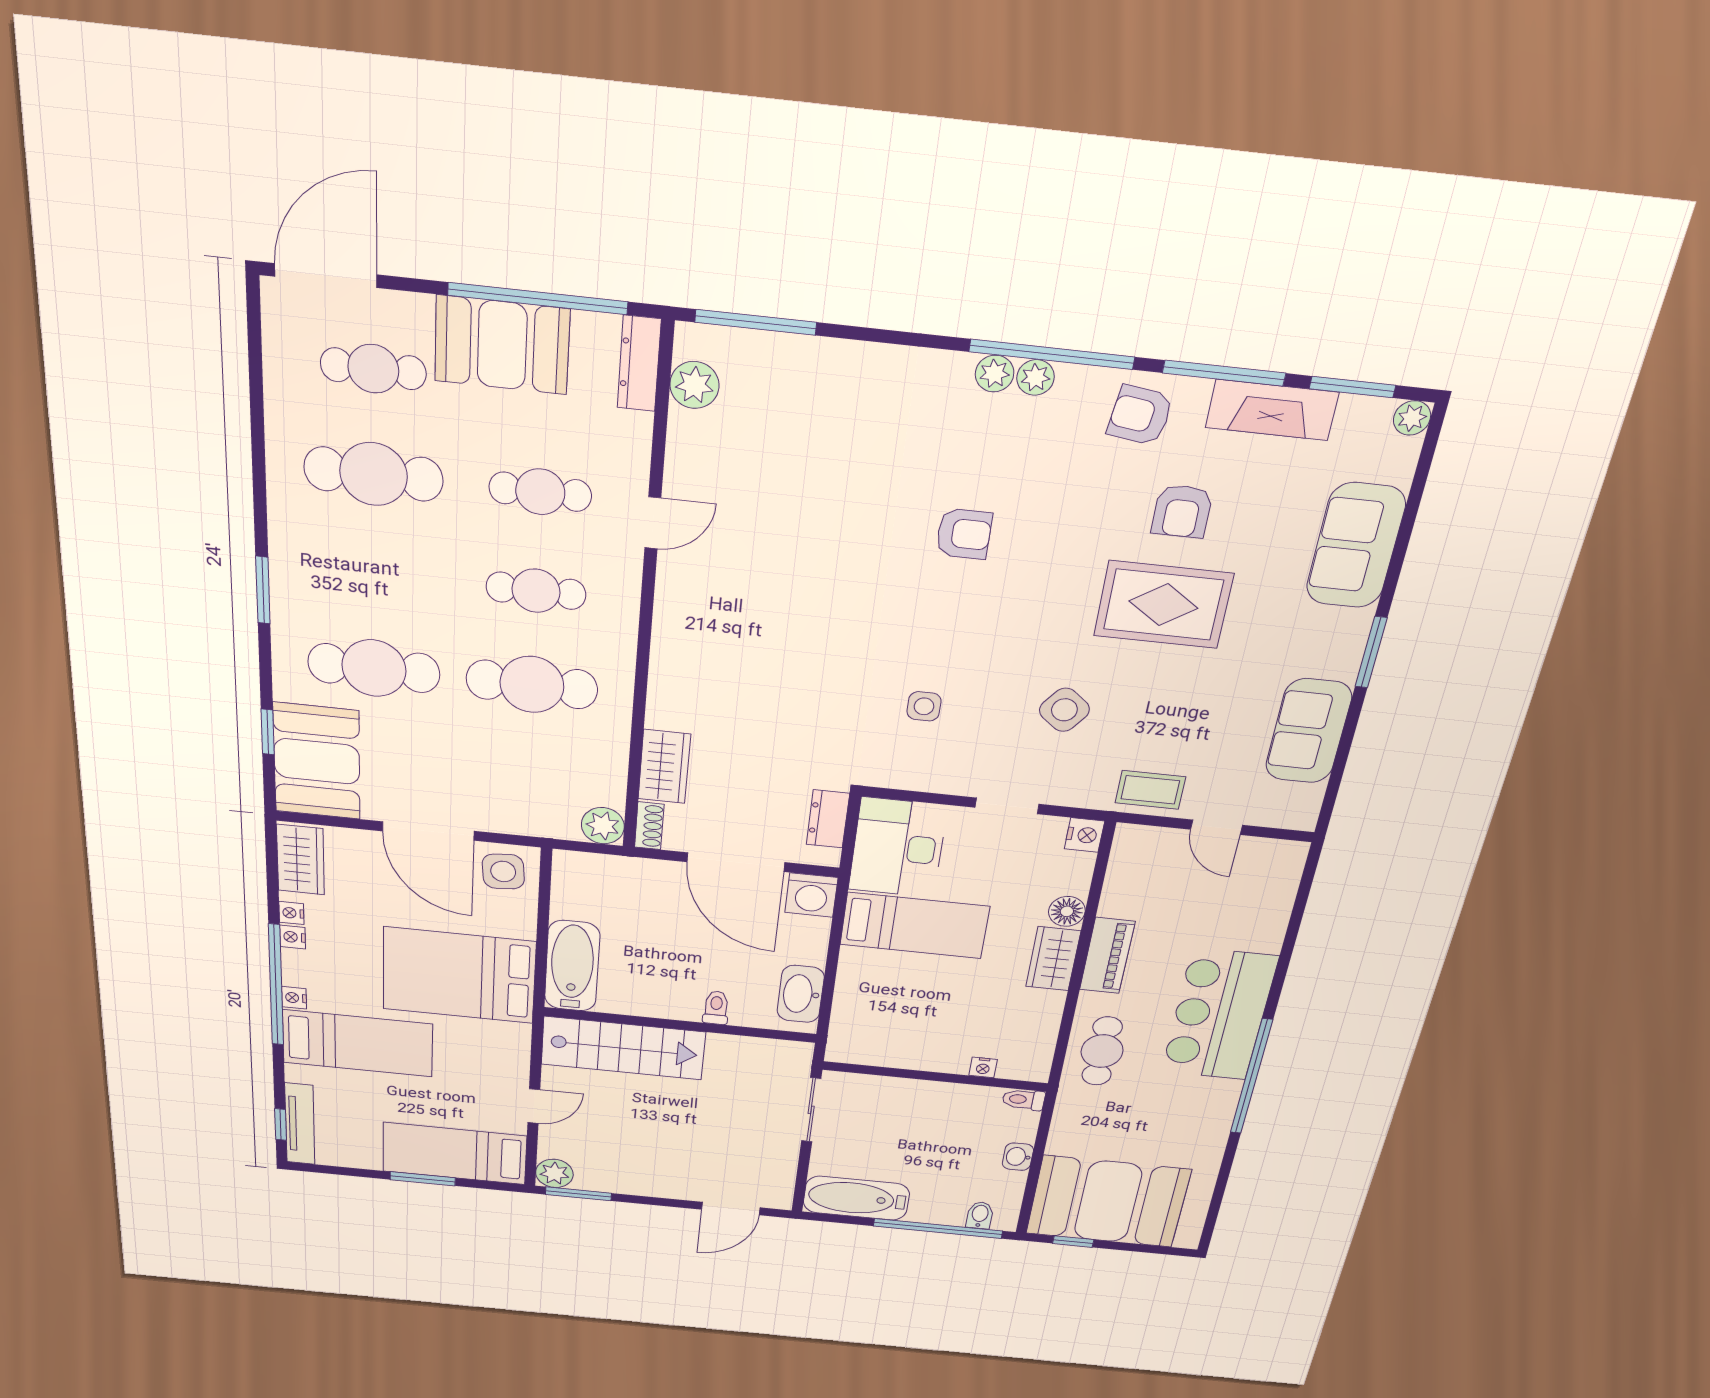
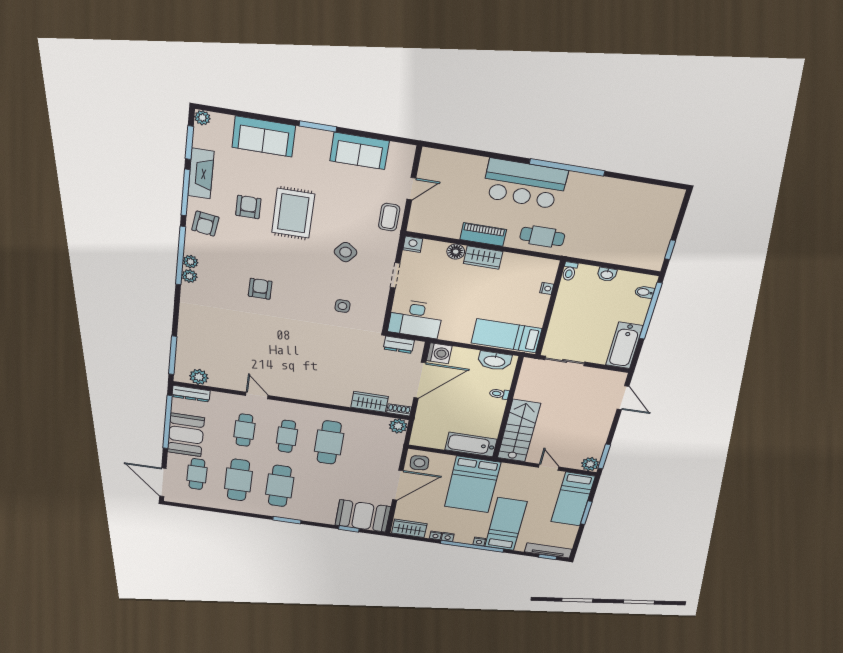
armchair: (1182, 511) -> (248, 207), turned -90
cafe table: (374, 668) -> (280, 486), moved
bed: (915, 925) -> (506, 336), moved, turned -90
booth: (1108, 1202) -> (644, 233), removed

